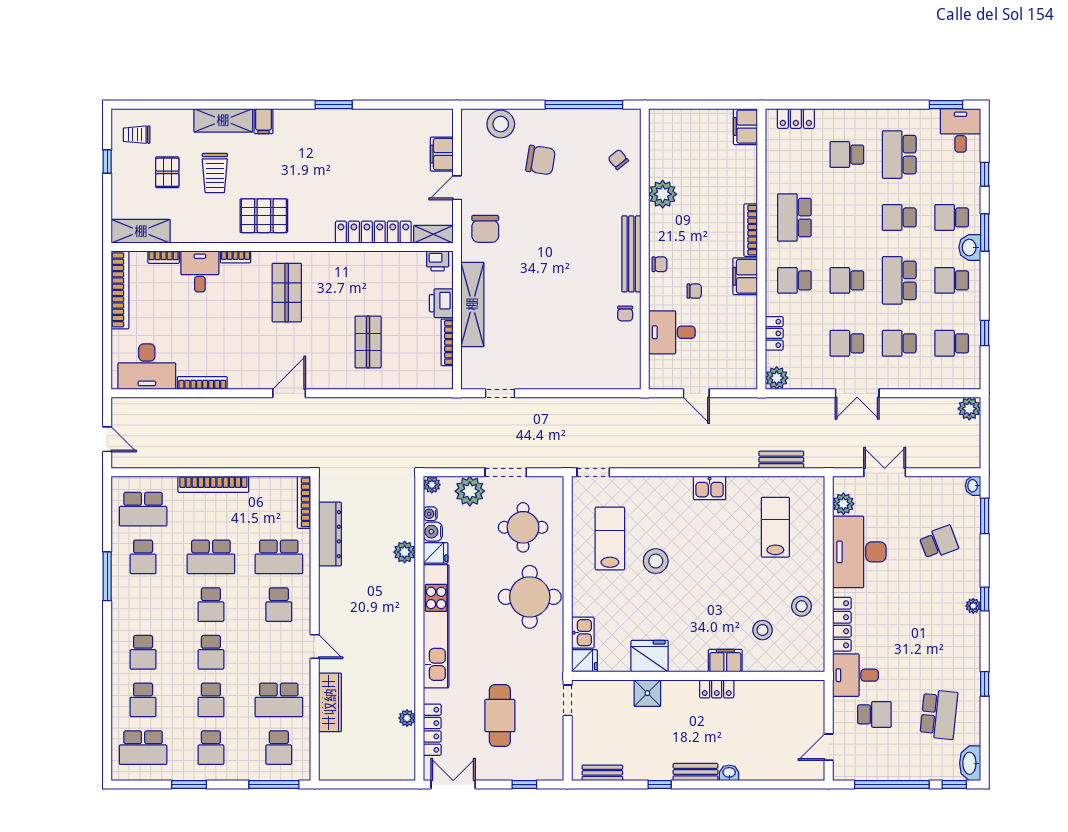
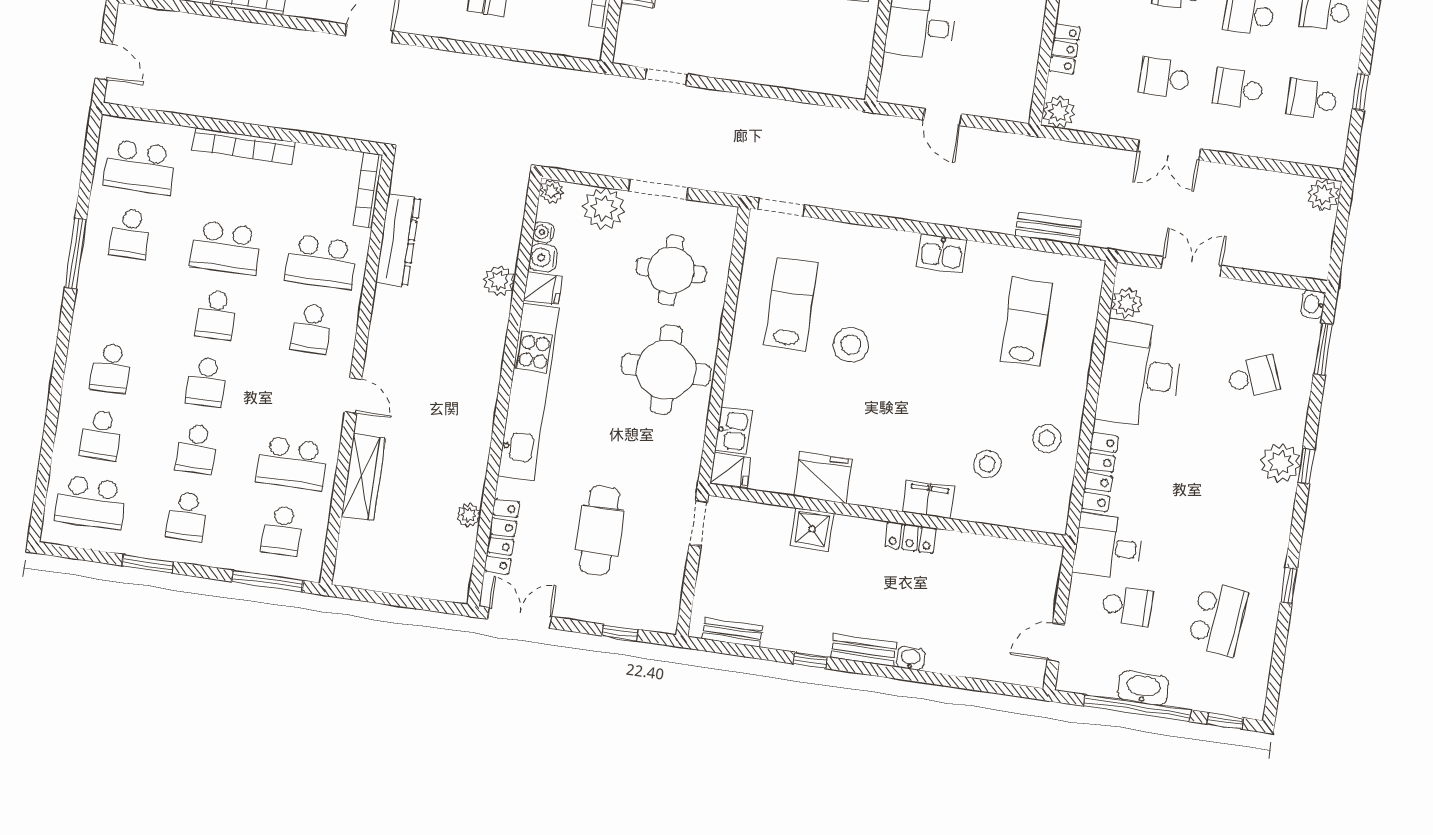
plant: (973, 606) -> (1281, 463), width x1.88, depth x1.88
washbasin: (970, 763) -> (1143, 688), moved, turned 90

